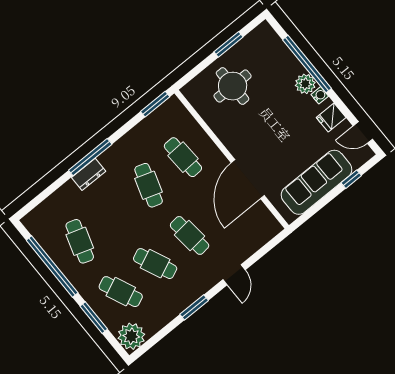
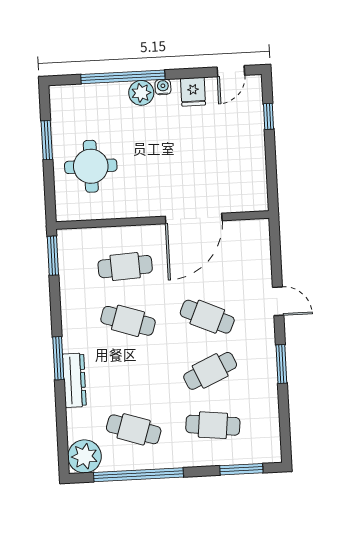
window: (90, 157) -> (58, 358), width x0.69
dresser: (89, 174) -> (74, 380), width x1.44
door: (248, 179) -> (194, 218), hinge flipped
sofa: (317, 182) -> (246, 153), removed
cafe table: (190, 235) -> (207, 317), turned 30
cafe table: (121, 292) -> (213, 425), turned 30
window: (94, 318) -> (241, 469), moved
plant: (131, 336) -> (85, 456), moved

